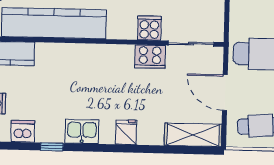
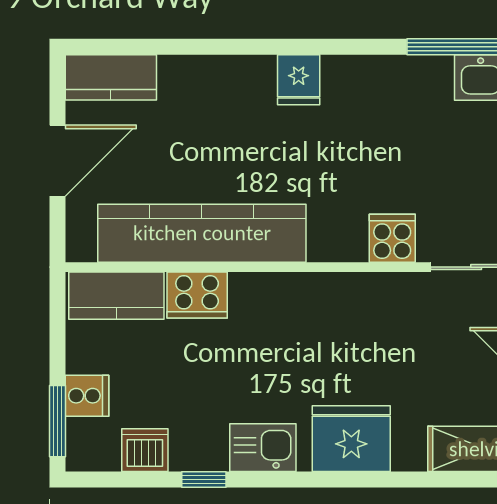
cooker: (150, 57) -> (197, 295), moved
fridge: (126, 132) -> (351, 439), width x1.88, depth x1.34

